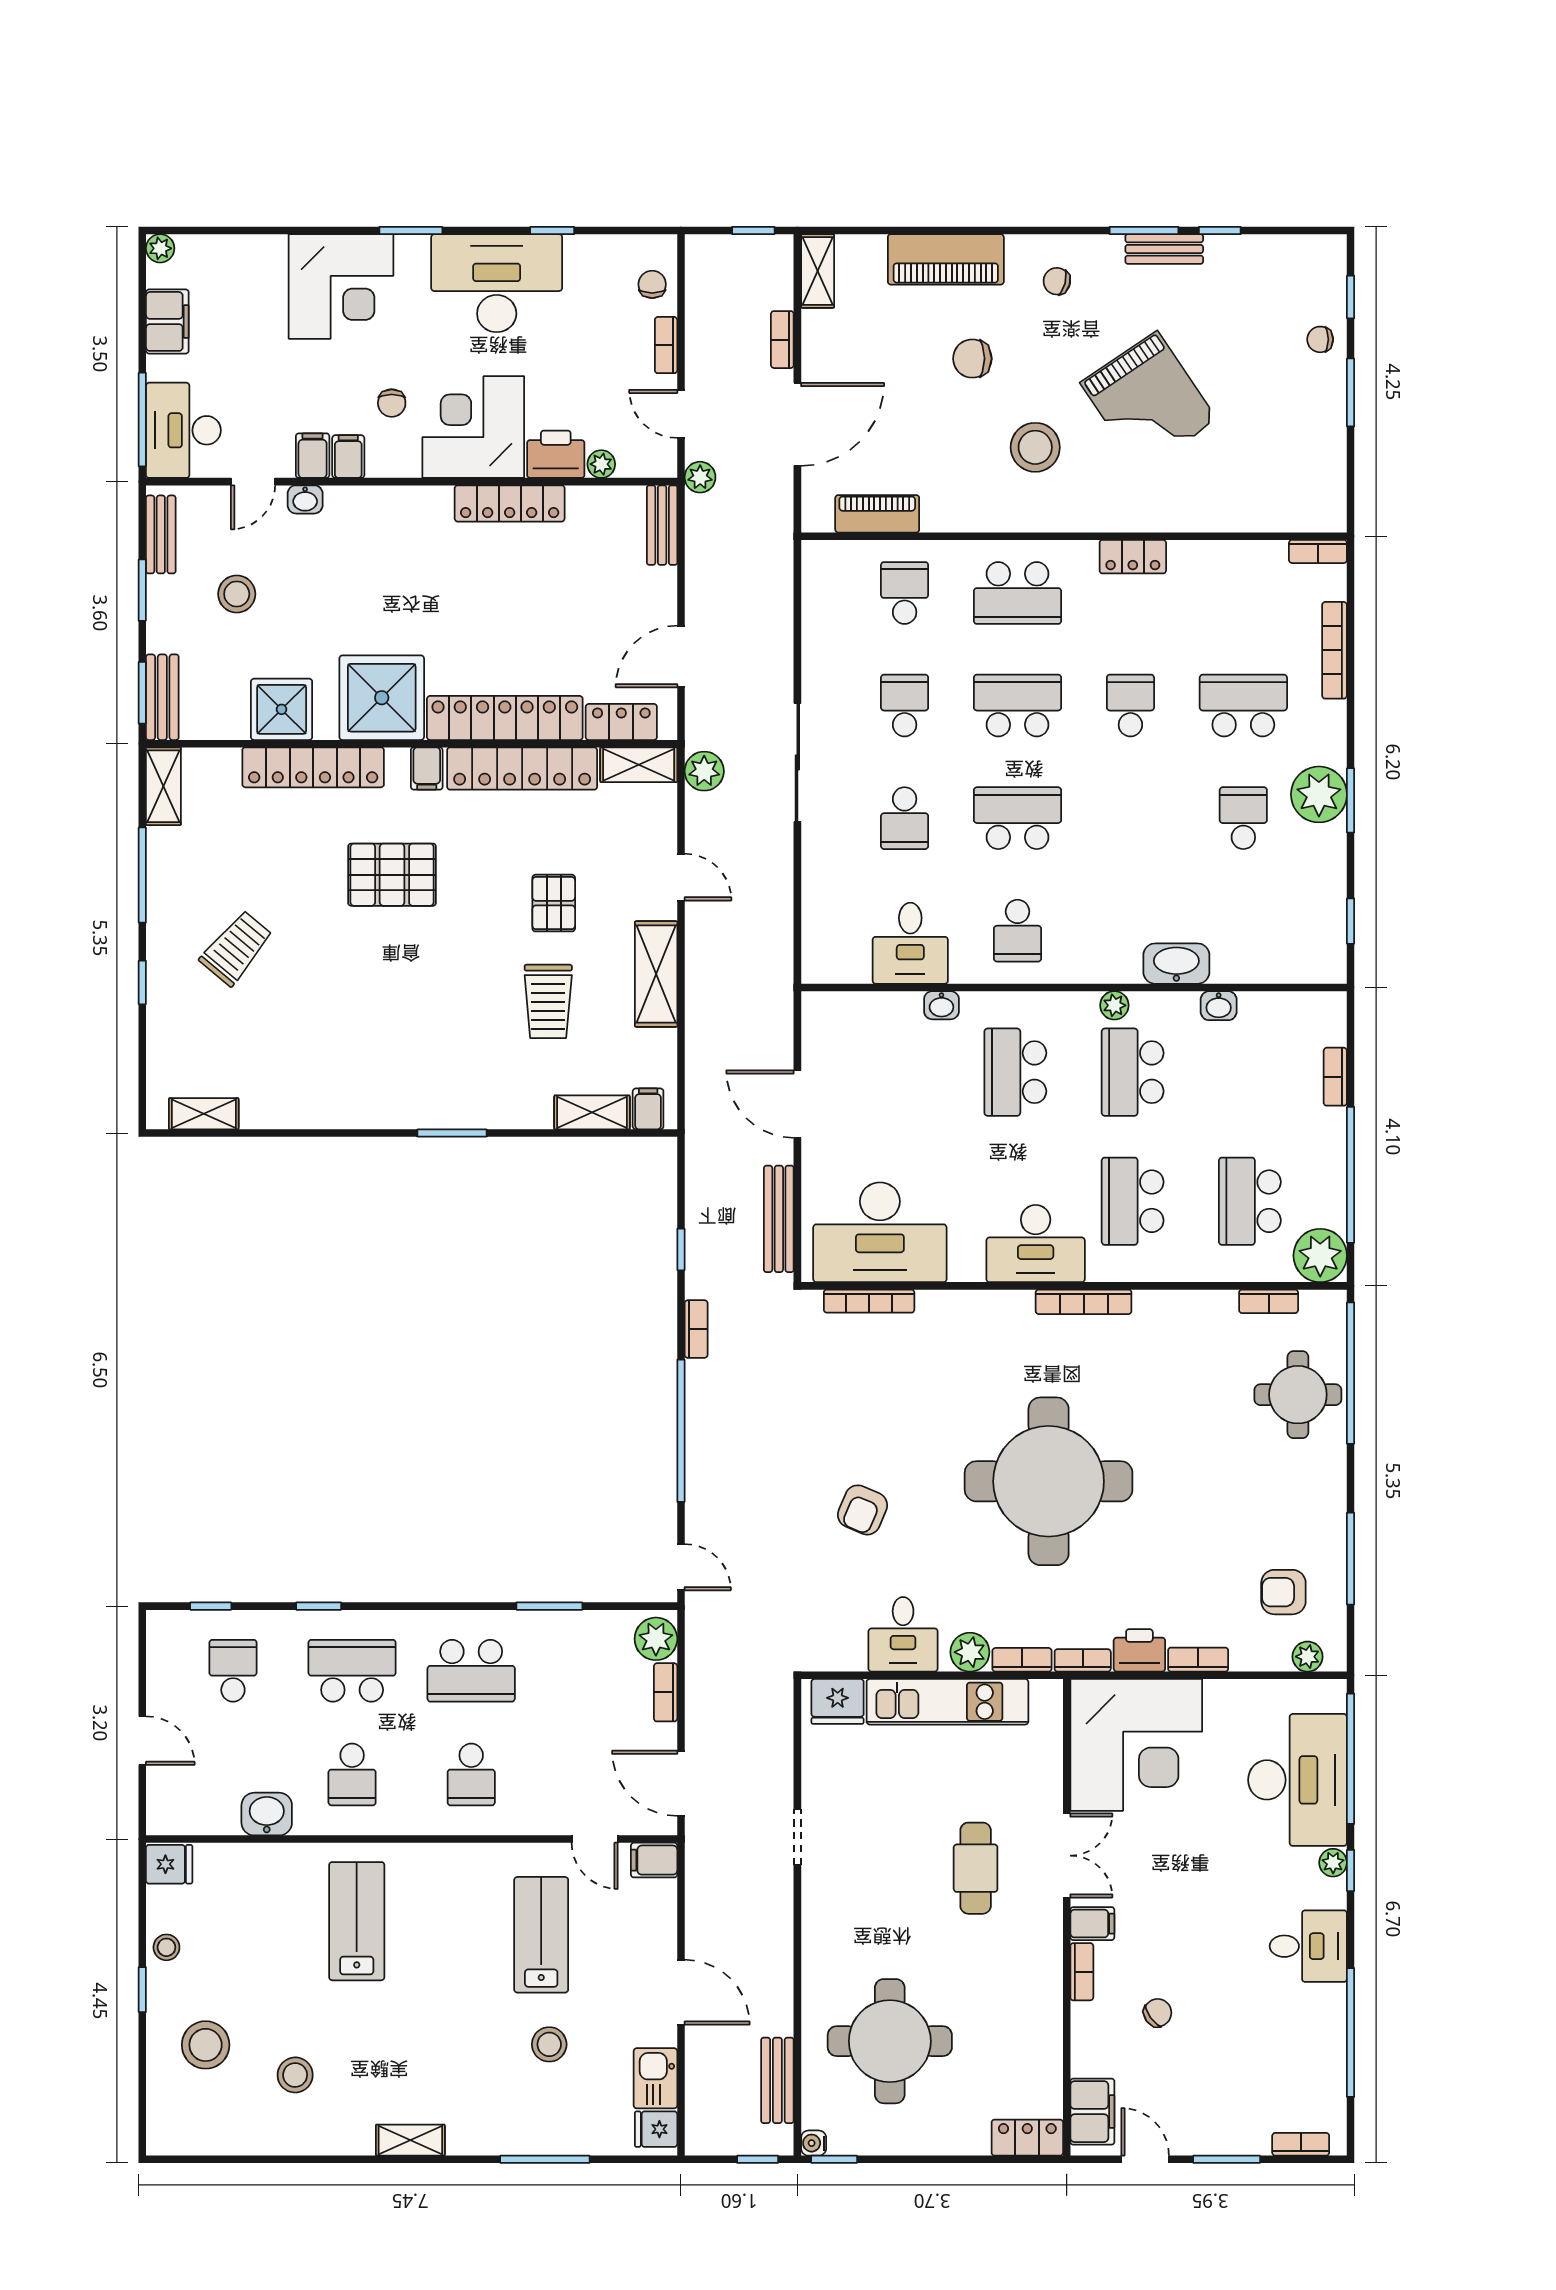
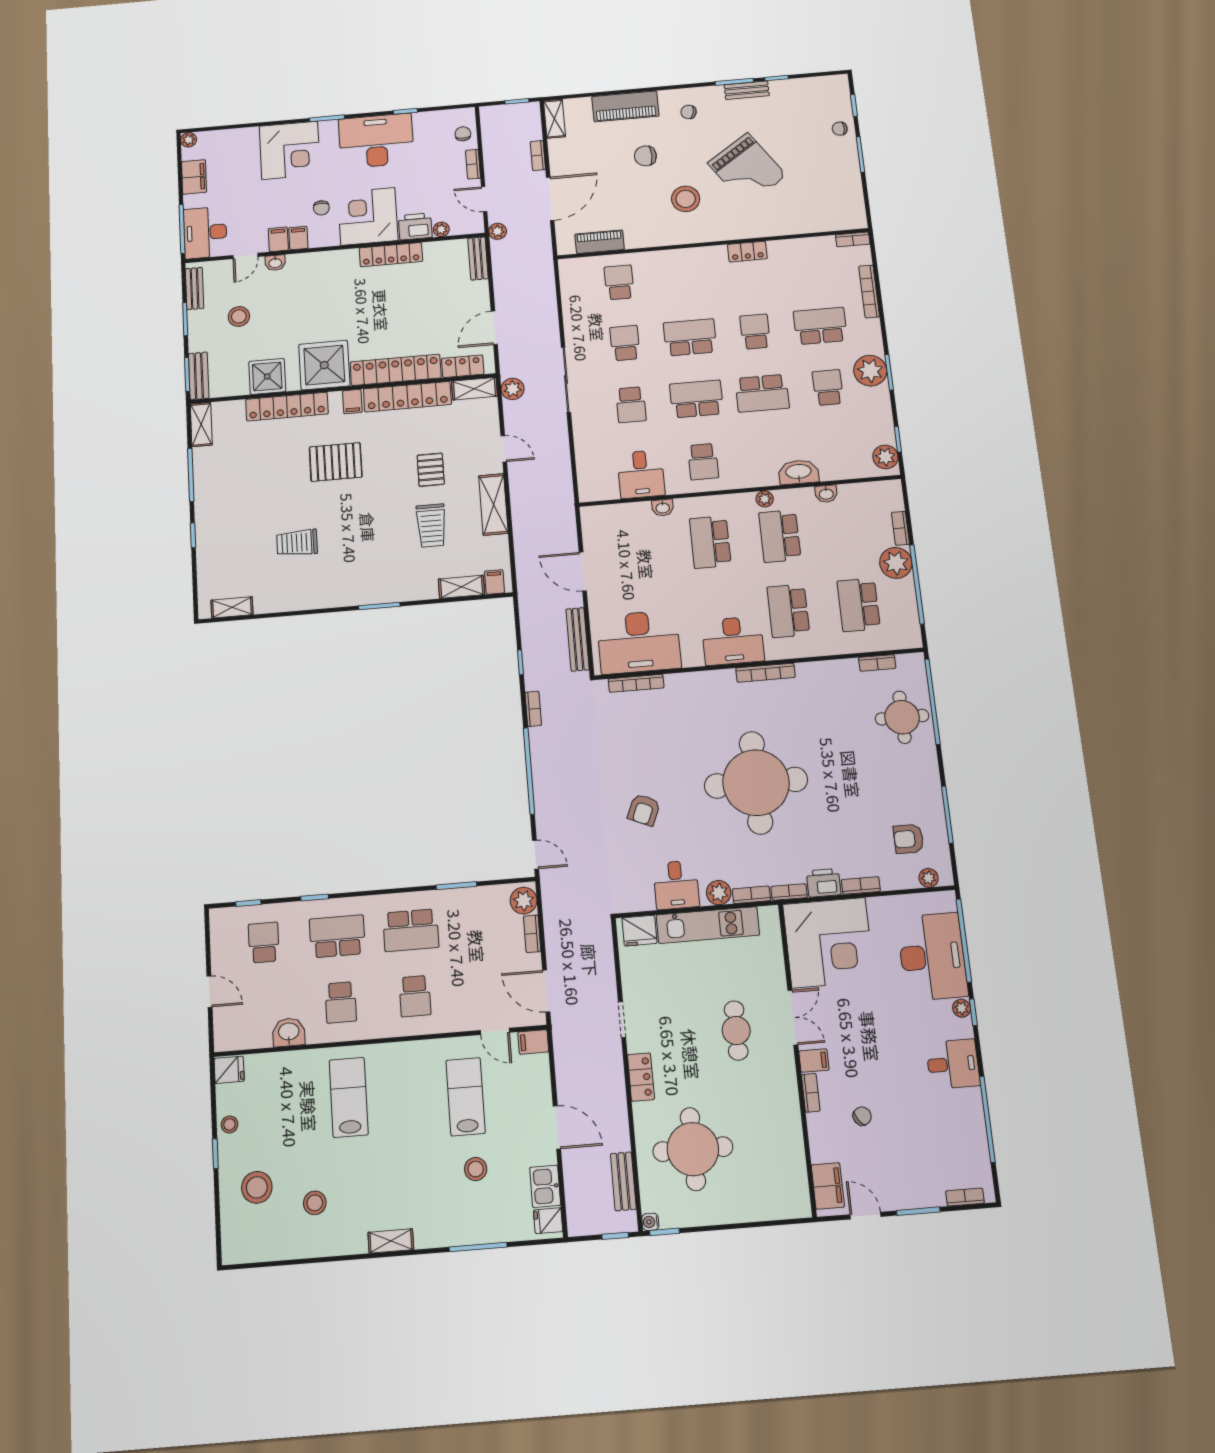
school desk: (1017, 593) -> (762, 393), moved
trolley: (236, 948) -> (297, 543), moved, turned -130
plant: (1326, 950) -> (885, 457), added
plant: (1320, 1256) -> (896, 563), moved
locker: (1027, 2138) -> (641, 1077), moved, turned 90

